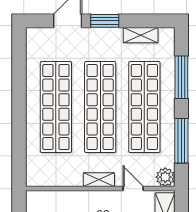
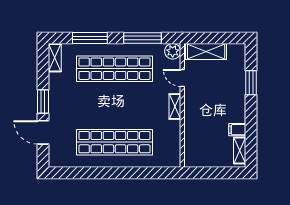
shelving: (141, 35) -> (55, 58), moved
shop shelf: (100, 107) -> (114, 105), removed
door: (133, 189) -> (182, 78), hinge flipped

